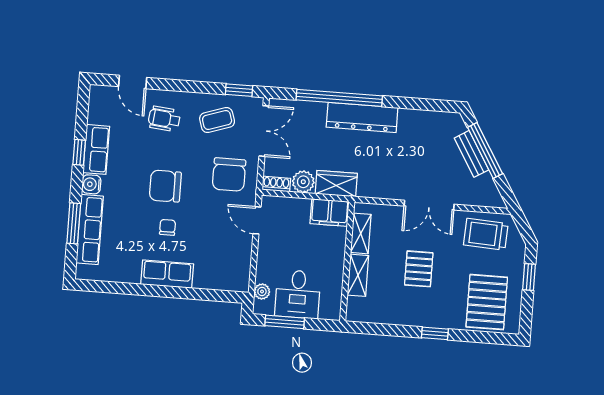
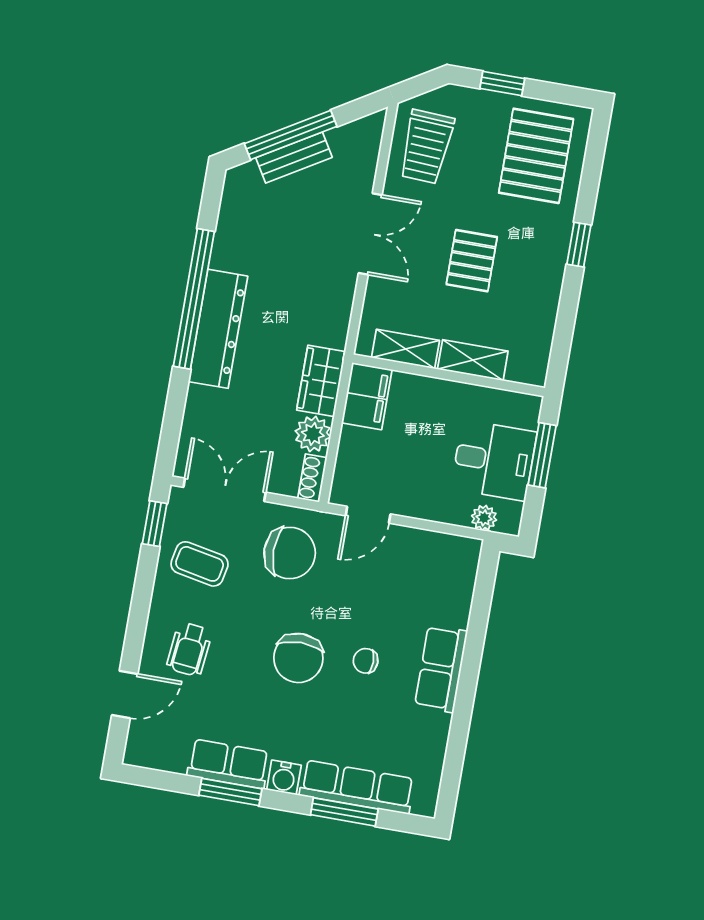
window: (339, 98) -> (194, 299), moved
coffee table: (217, 120) -> (200, 564), turned -61
window: (79, 152) -> (230, 792), width x1.50
pallet: (419, 269) -> (472, 261), turned 90
pallet: (487, 302) -> (536, 156), turned 90
window: (285, 322) -> (542, 455), moved

